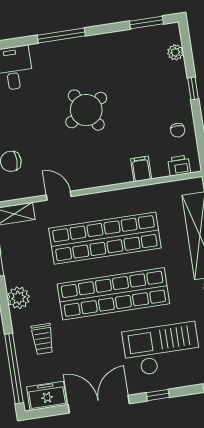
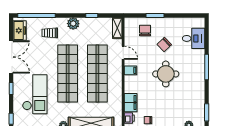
round table: (86, 110) -> (166, 74), turned 31
chair: (32, 121) -> (164, 45), added
filing cabinet: (141, 169) -> (131, 103), width x2.00
filing cabinet: (90, 177) -> (131, 70), added
door: (59, 196) -> (123, 53), hinge flipped

